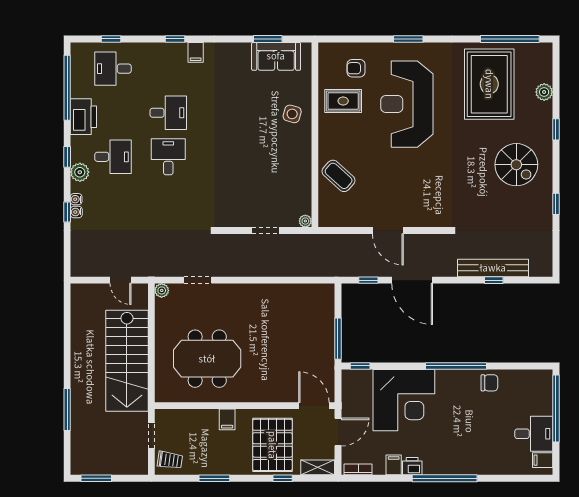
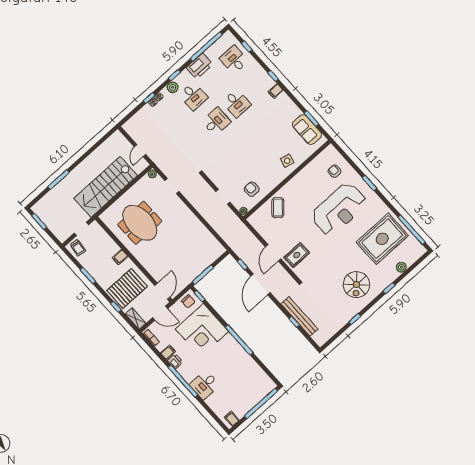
rug: (343, 101) -> (297, 255), moved, turned 90
reception desk: (407, 104) -> (339, 209), turned 180
armchair: (288, 188) -> (252, 189), added
chair: (489, 383) -> (188, 301), moved
desk: (534, 434) -> (205, 385), moved, turned 90

